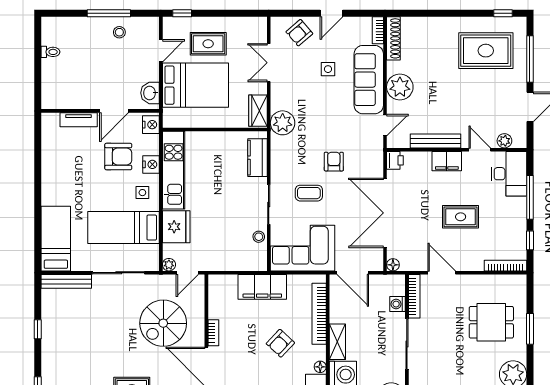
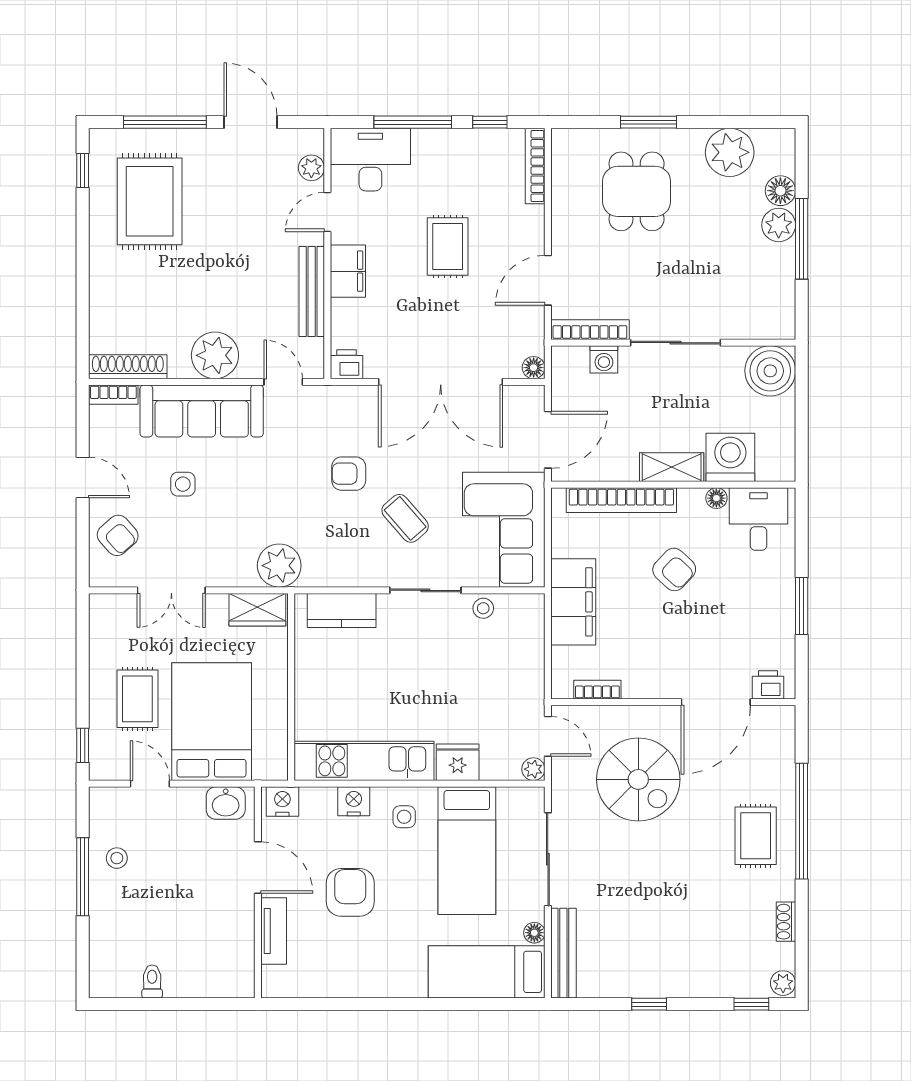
armchair: (118, 157) -> (350, 892), moved
coffee table: (309, 193) -> (405, 518), turned -41
fridge: (176, 227) -> (458, 762), width x0.73, depth x0.75
floor lamp: (78, 265) -> (534, 933), added
bookcase: (213, 333) -> (597, 690), moved

